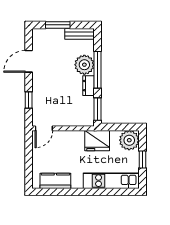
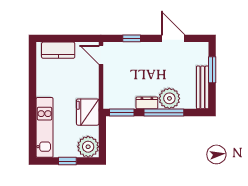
bench: (80, 34) -> (203, 87), width x1.36
kitchen counter: (55, 181) -> (58, 50), moved, turned 90

